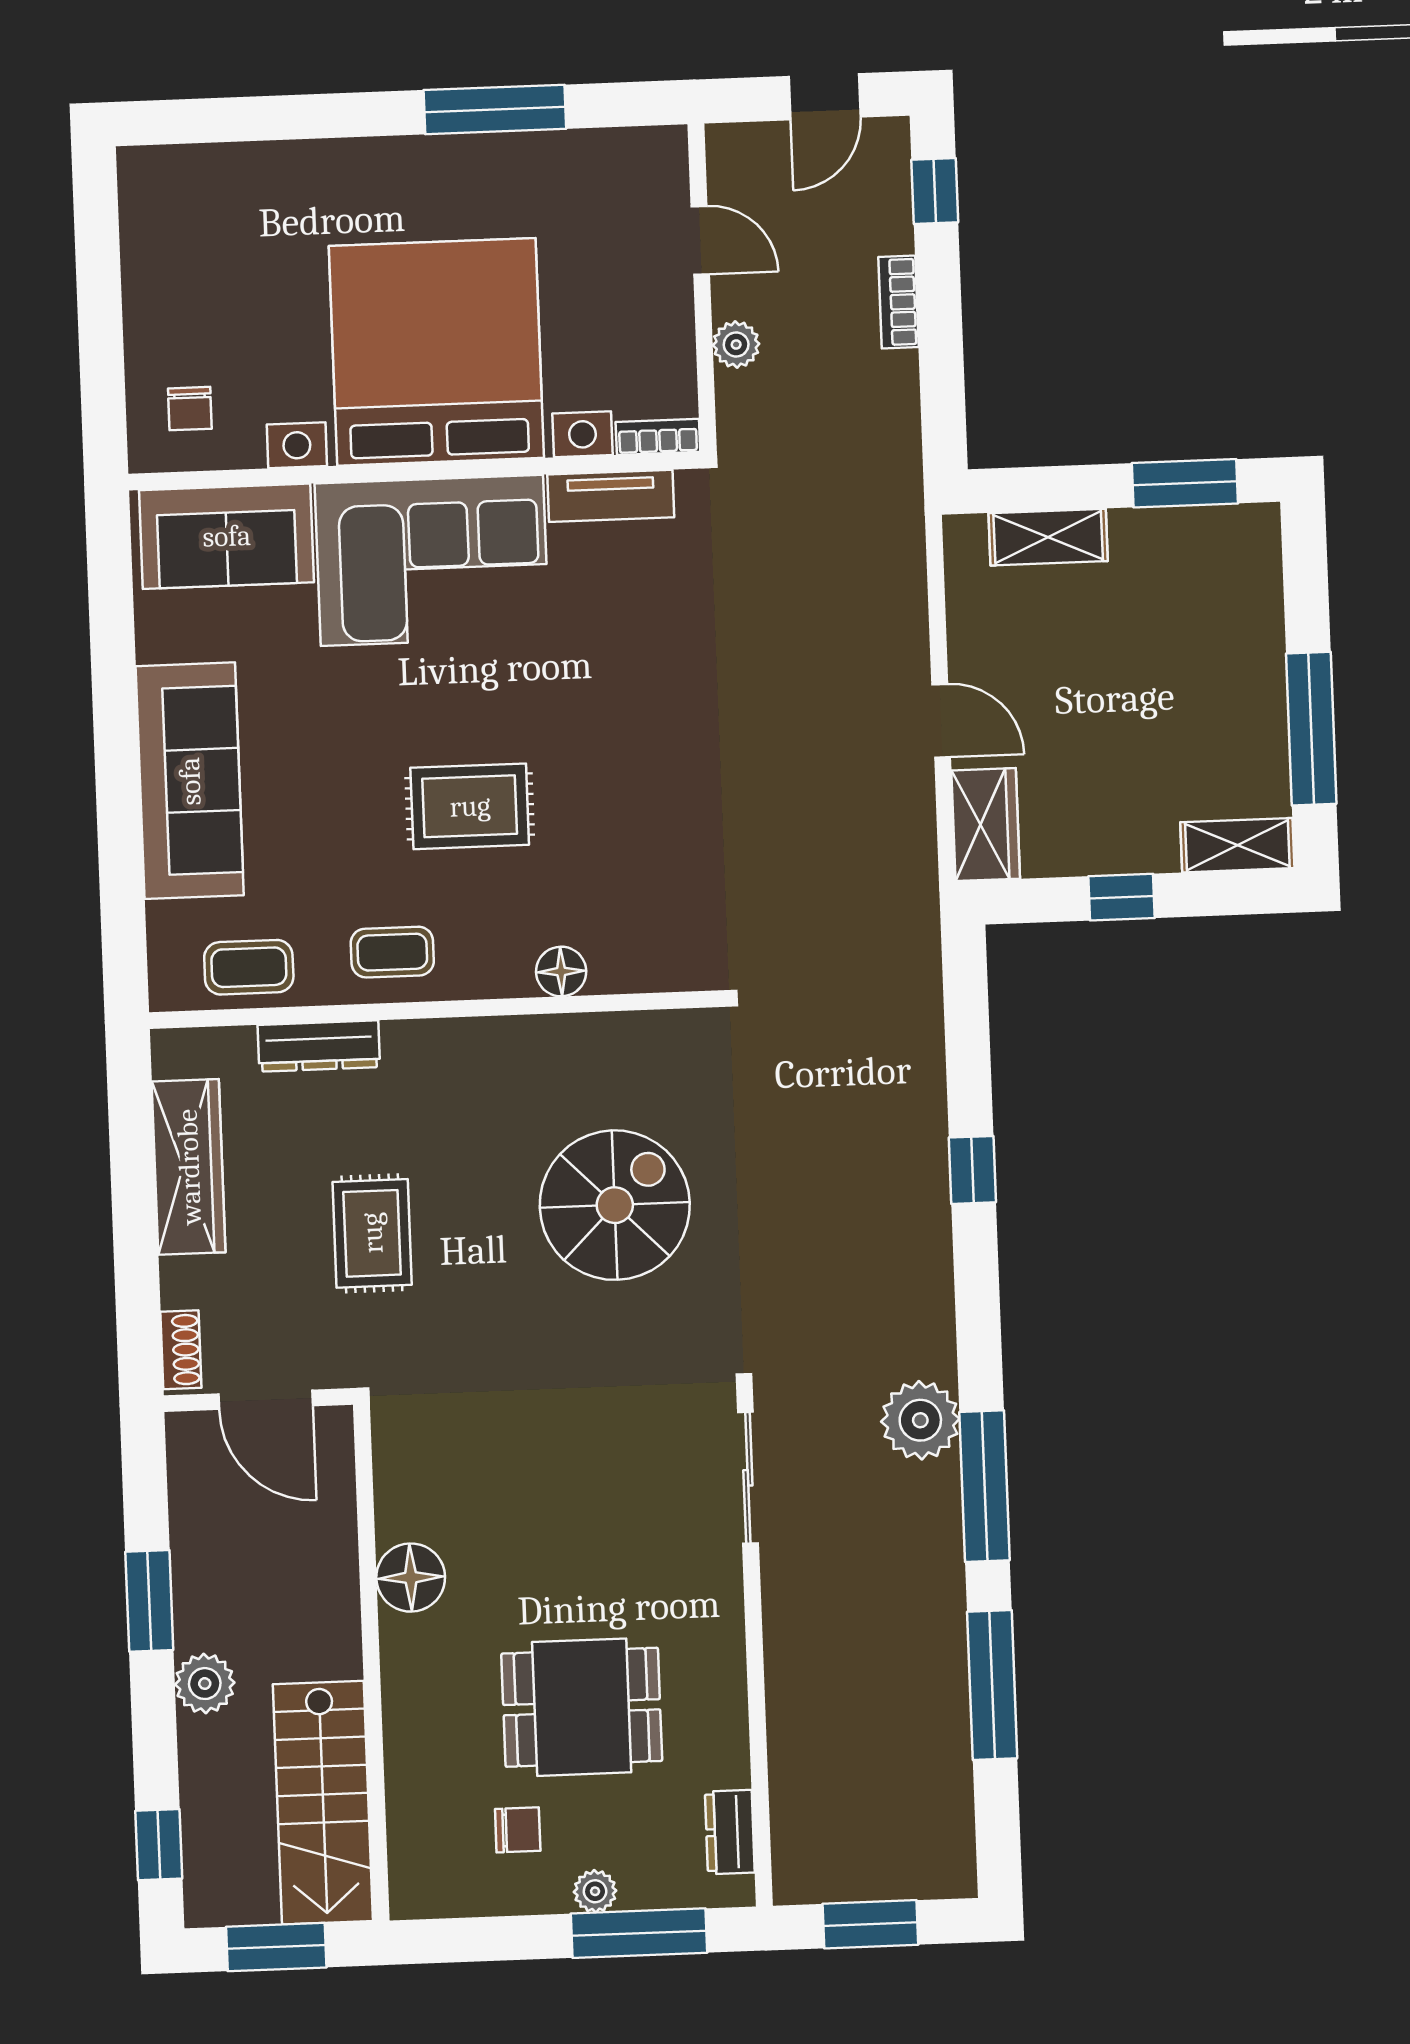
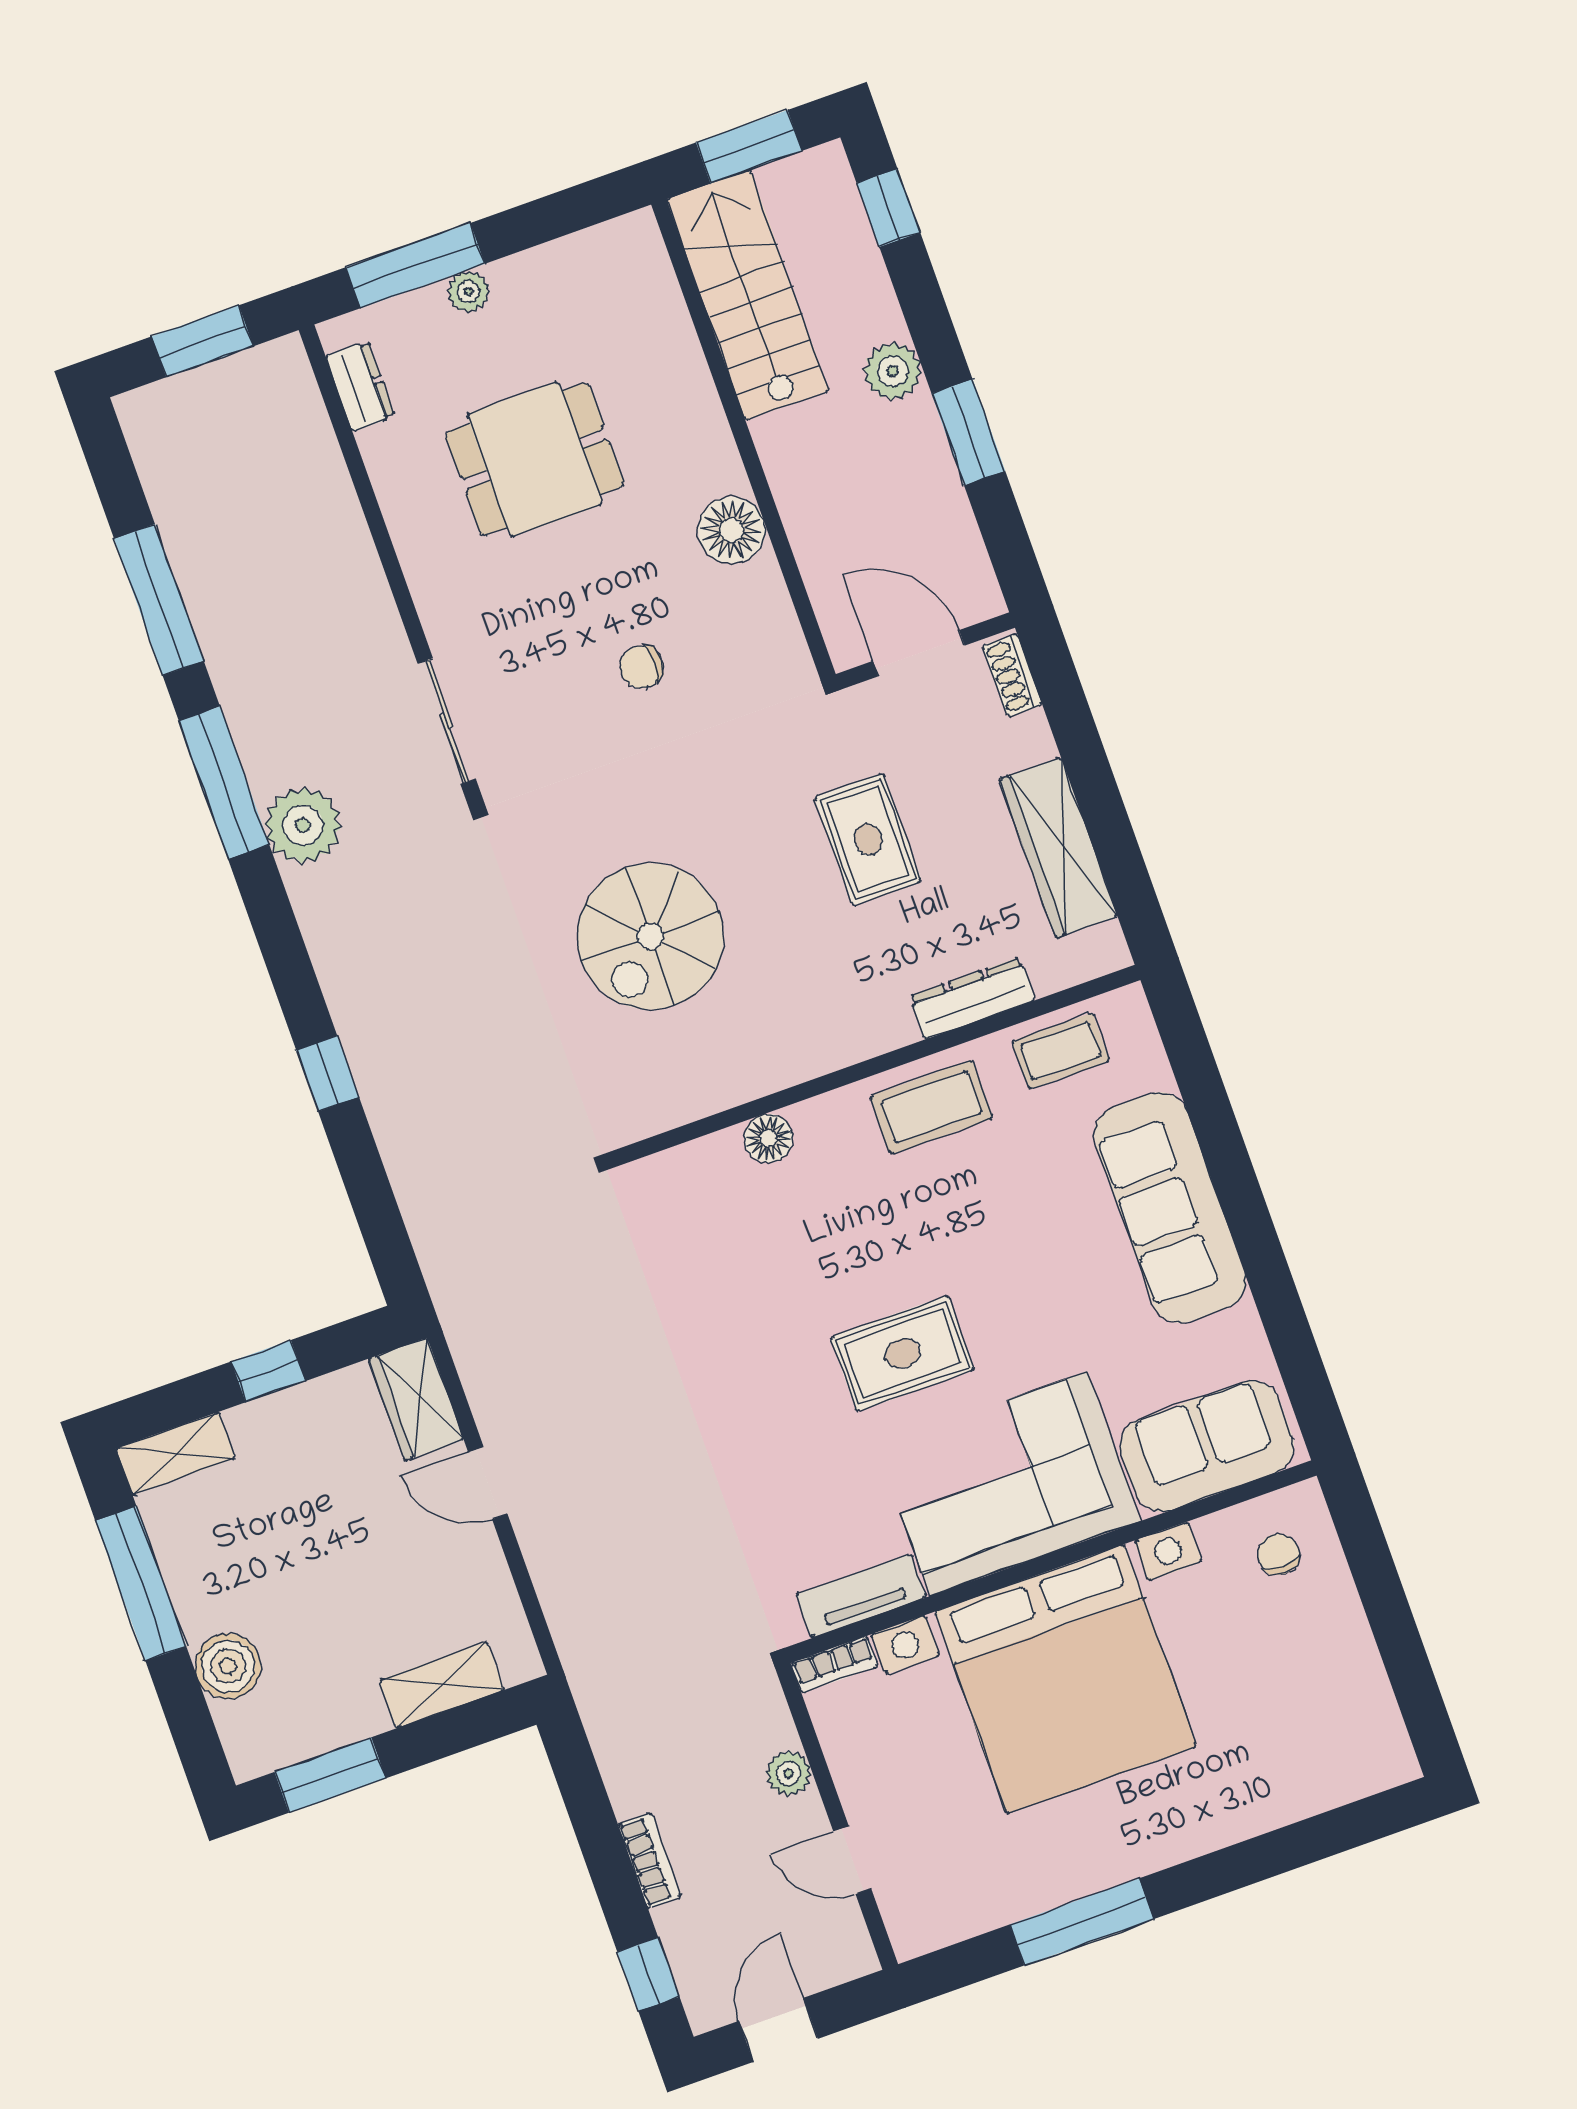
boiler: (1251, 621) -> (228, 1666), added
rug: (470, 806) -> (903, 1353), moved
coffee table: (392, 952) -> (931, 1107), width x1.36, depth x1.30
chair: (518, 1830) -> (642, 667), moved

